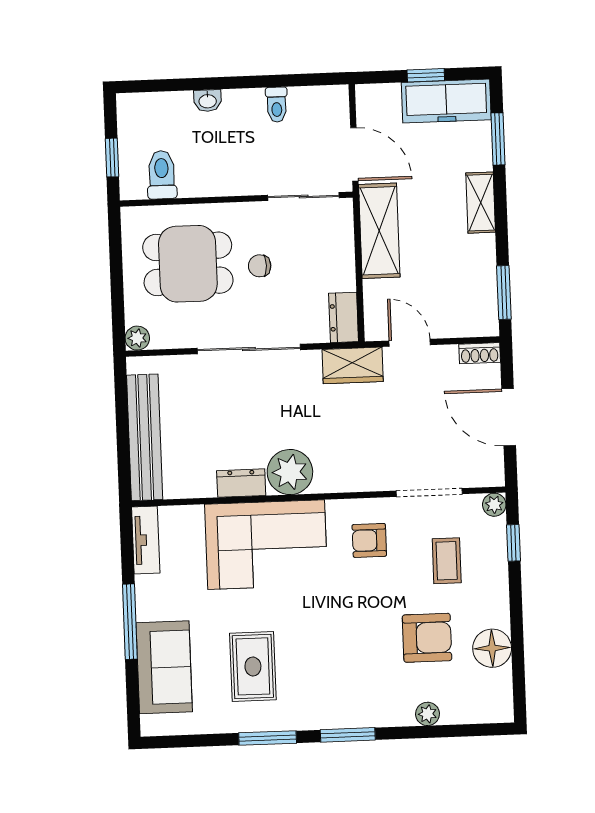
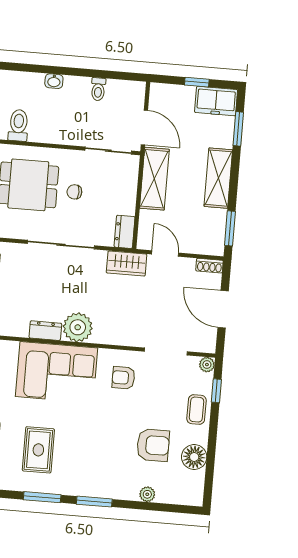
freezer: (446, 101) -> (216, 101), width x0.71
shelving: (481, 203) -> (218, 178), width x1.50, depth x1.33
coffee table: (447, 561) -> (197, 410), moved

